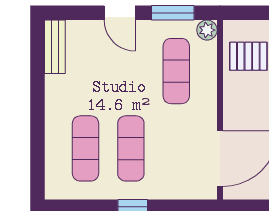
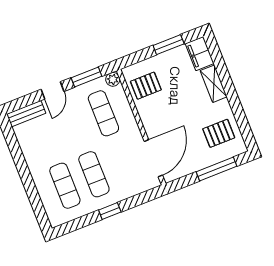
door: (120, 13) -> (53, 90), hinge flipped
bench: (55, 47) -> (26, 114), moved, turned 90

